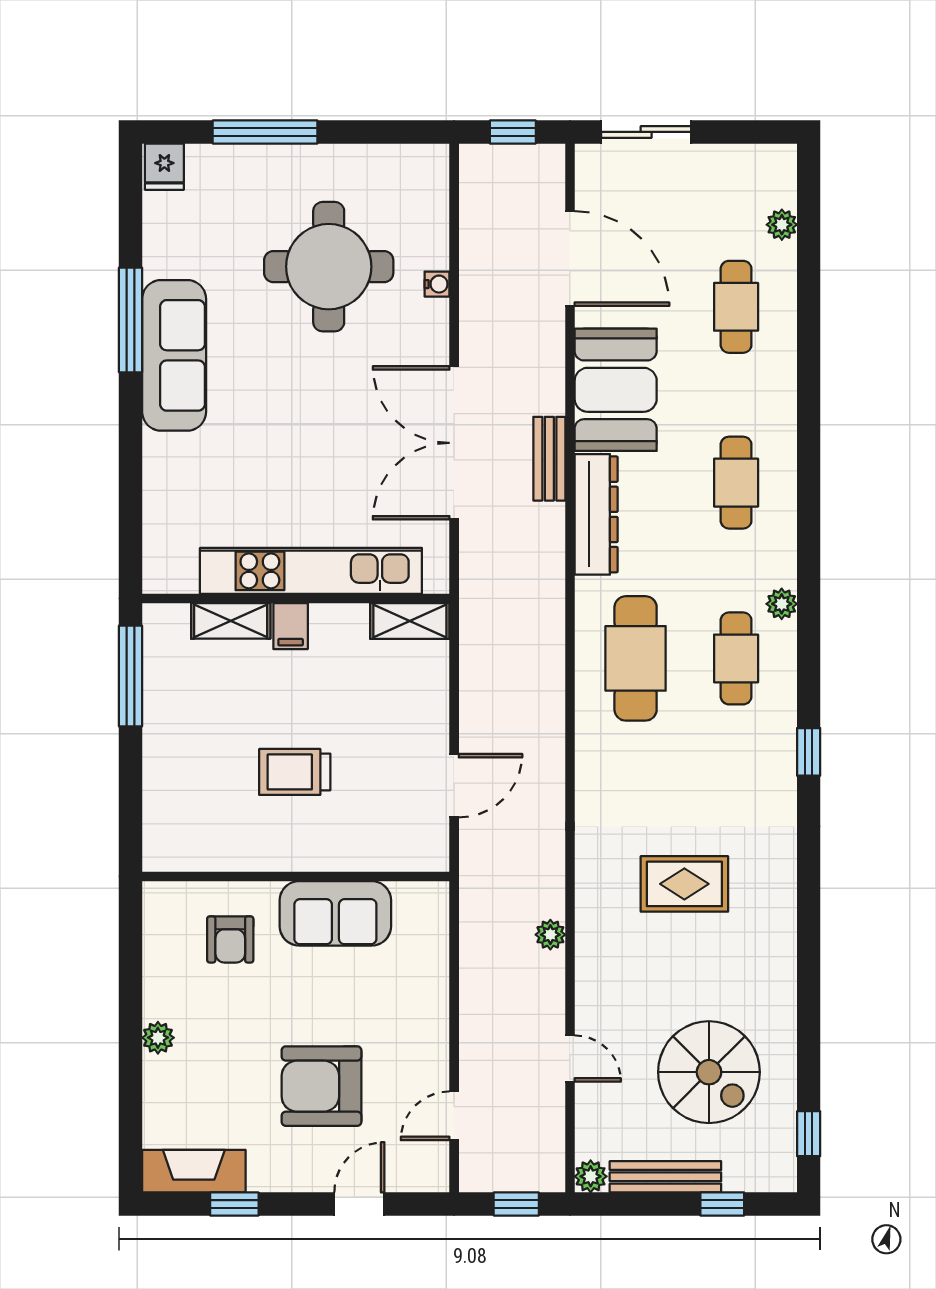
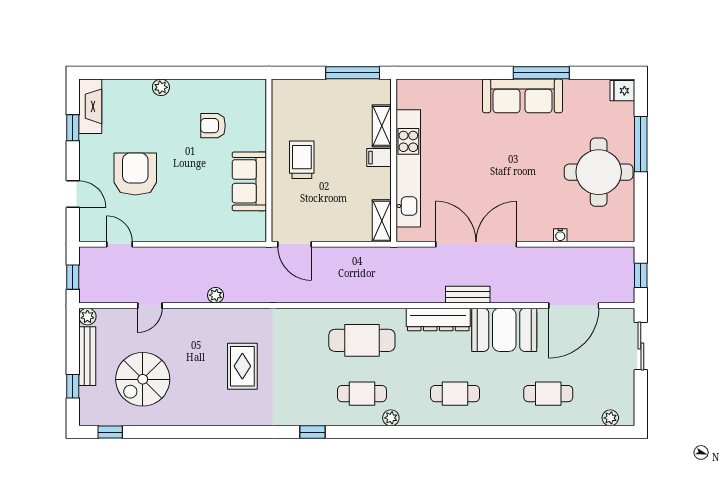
plant: (782, 225) -> (610, 418), moved
round table: (329, 267) -> (599, 172), moved
wall: (296, 876) -> (269, 160), moved
sofa: (335, 913) -> (249, 181), moved

